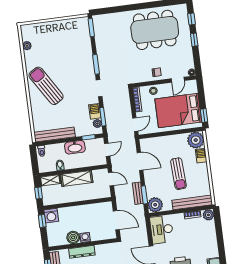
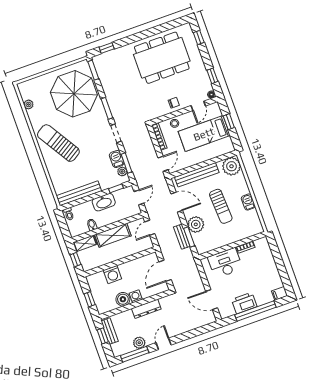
window: (108, 11) -> (107, 48), added
window: (194, 40) -> (212, 76), moved
parasol: (69, 45) -> (74, 94), added
bed: (178, 110) -> (204, 134), width x0.67
window: (204, 115) -> (229, 122), moved
barbecue: (201, 156) -> (248, 202), moved
door: (111, 179) -> (150, 228), swing flipped
bench: (192, 202) -> (197, 175), moved
plant: (155, 205) -> (196, 224), moved
plant: (208, 215) -> (263, 244), removed
washing machine: (51, 216) -> (112, 275), moved
door: (116, 220) -> (165, 271), swing flipped
window: (42, 221) -> (90, 299), moved
desk: (162, 229) -> (225, 263), moved, turned 90
dresser: (82, 252) -> (146, 309), moved

